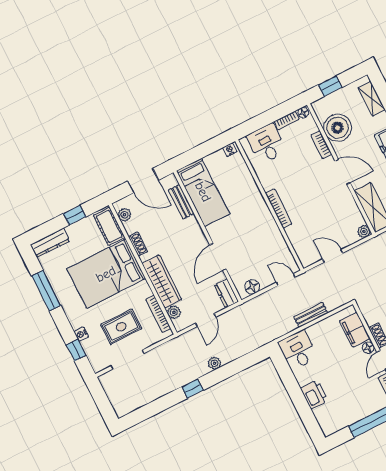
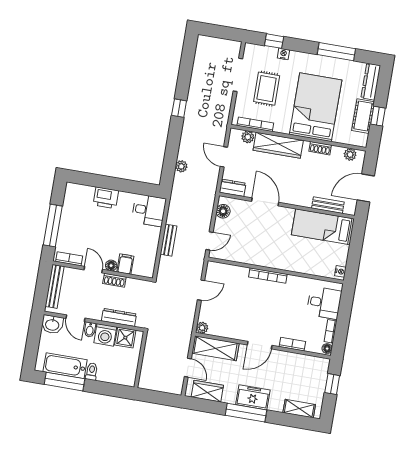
boiler: (338, 128) -> (296, 366), removed
cot: (109, 226) -> (363, 116), moved, turned 90
filing cabinet: (355, 330) -> (125, 264), width x0.50
plant: (215, 363) -> (181, 166), moved

